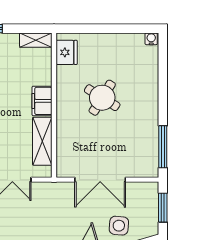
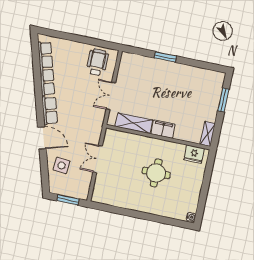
round table: (102, 98) -> (156, 173), turned -32
window: (163, 147) -> (112, 209), removed
double door: (100, 180) -> (98, 159), width x0.73

